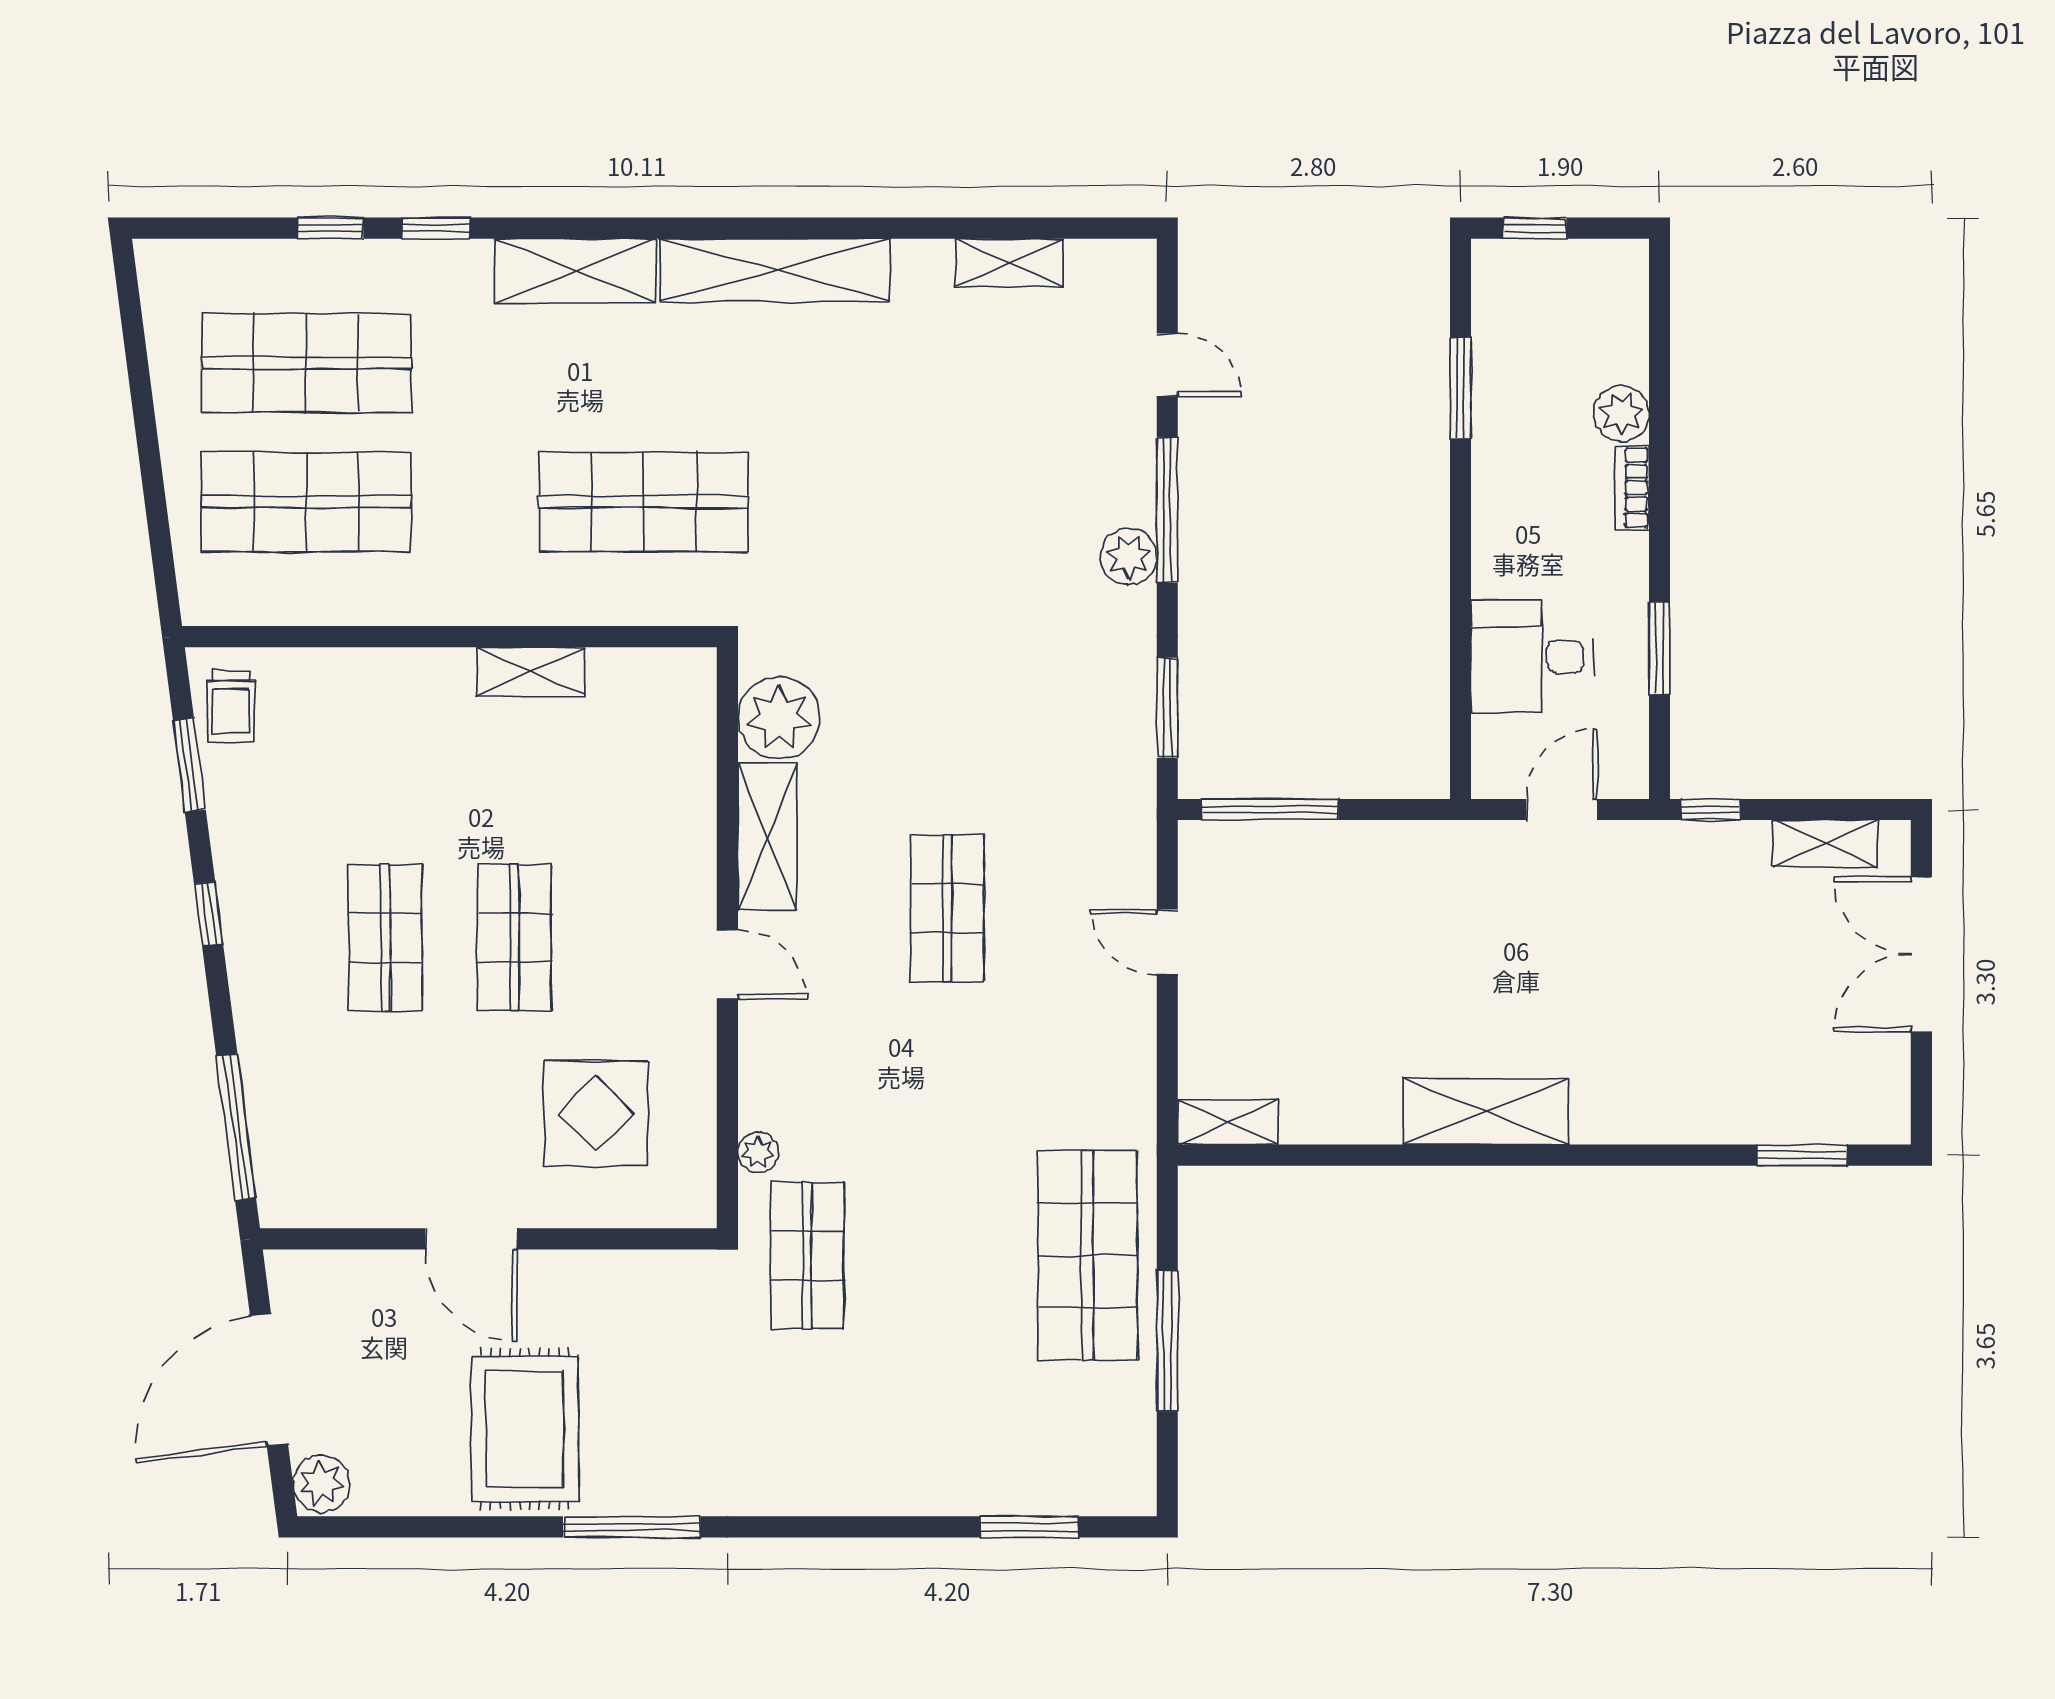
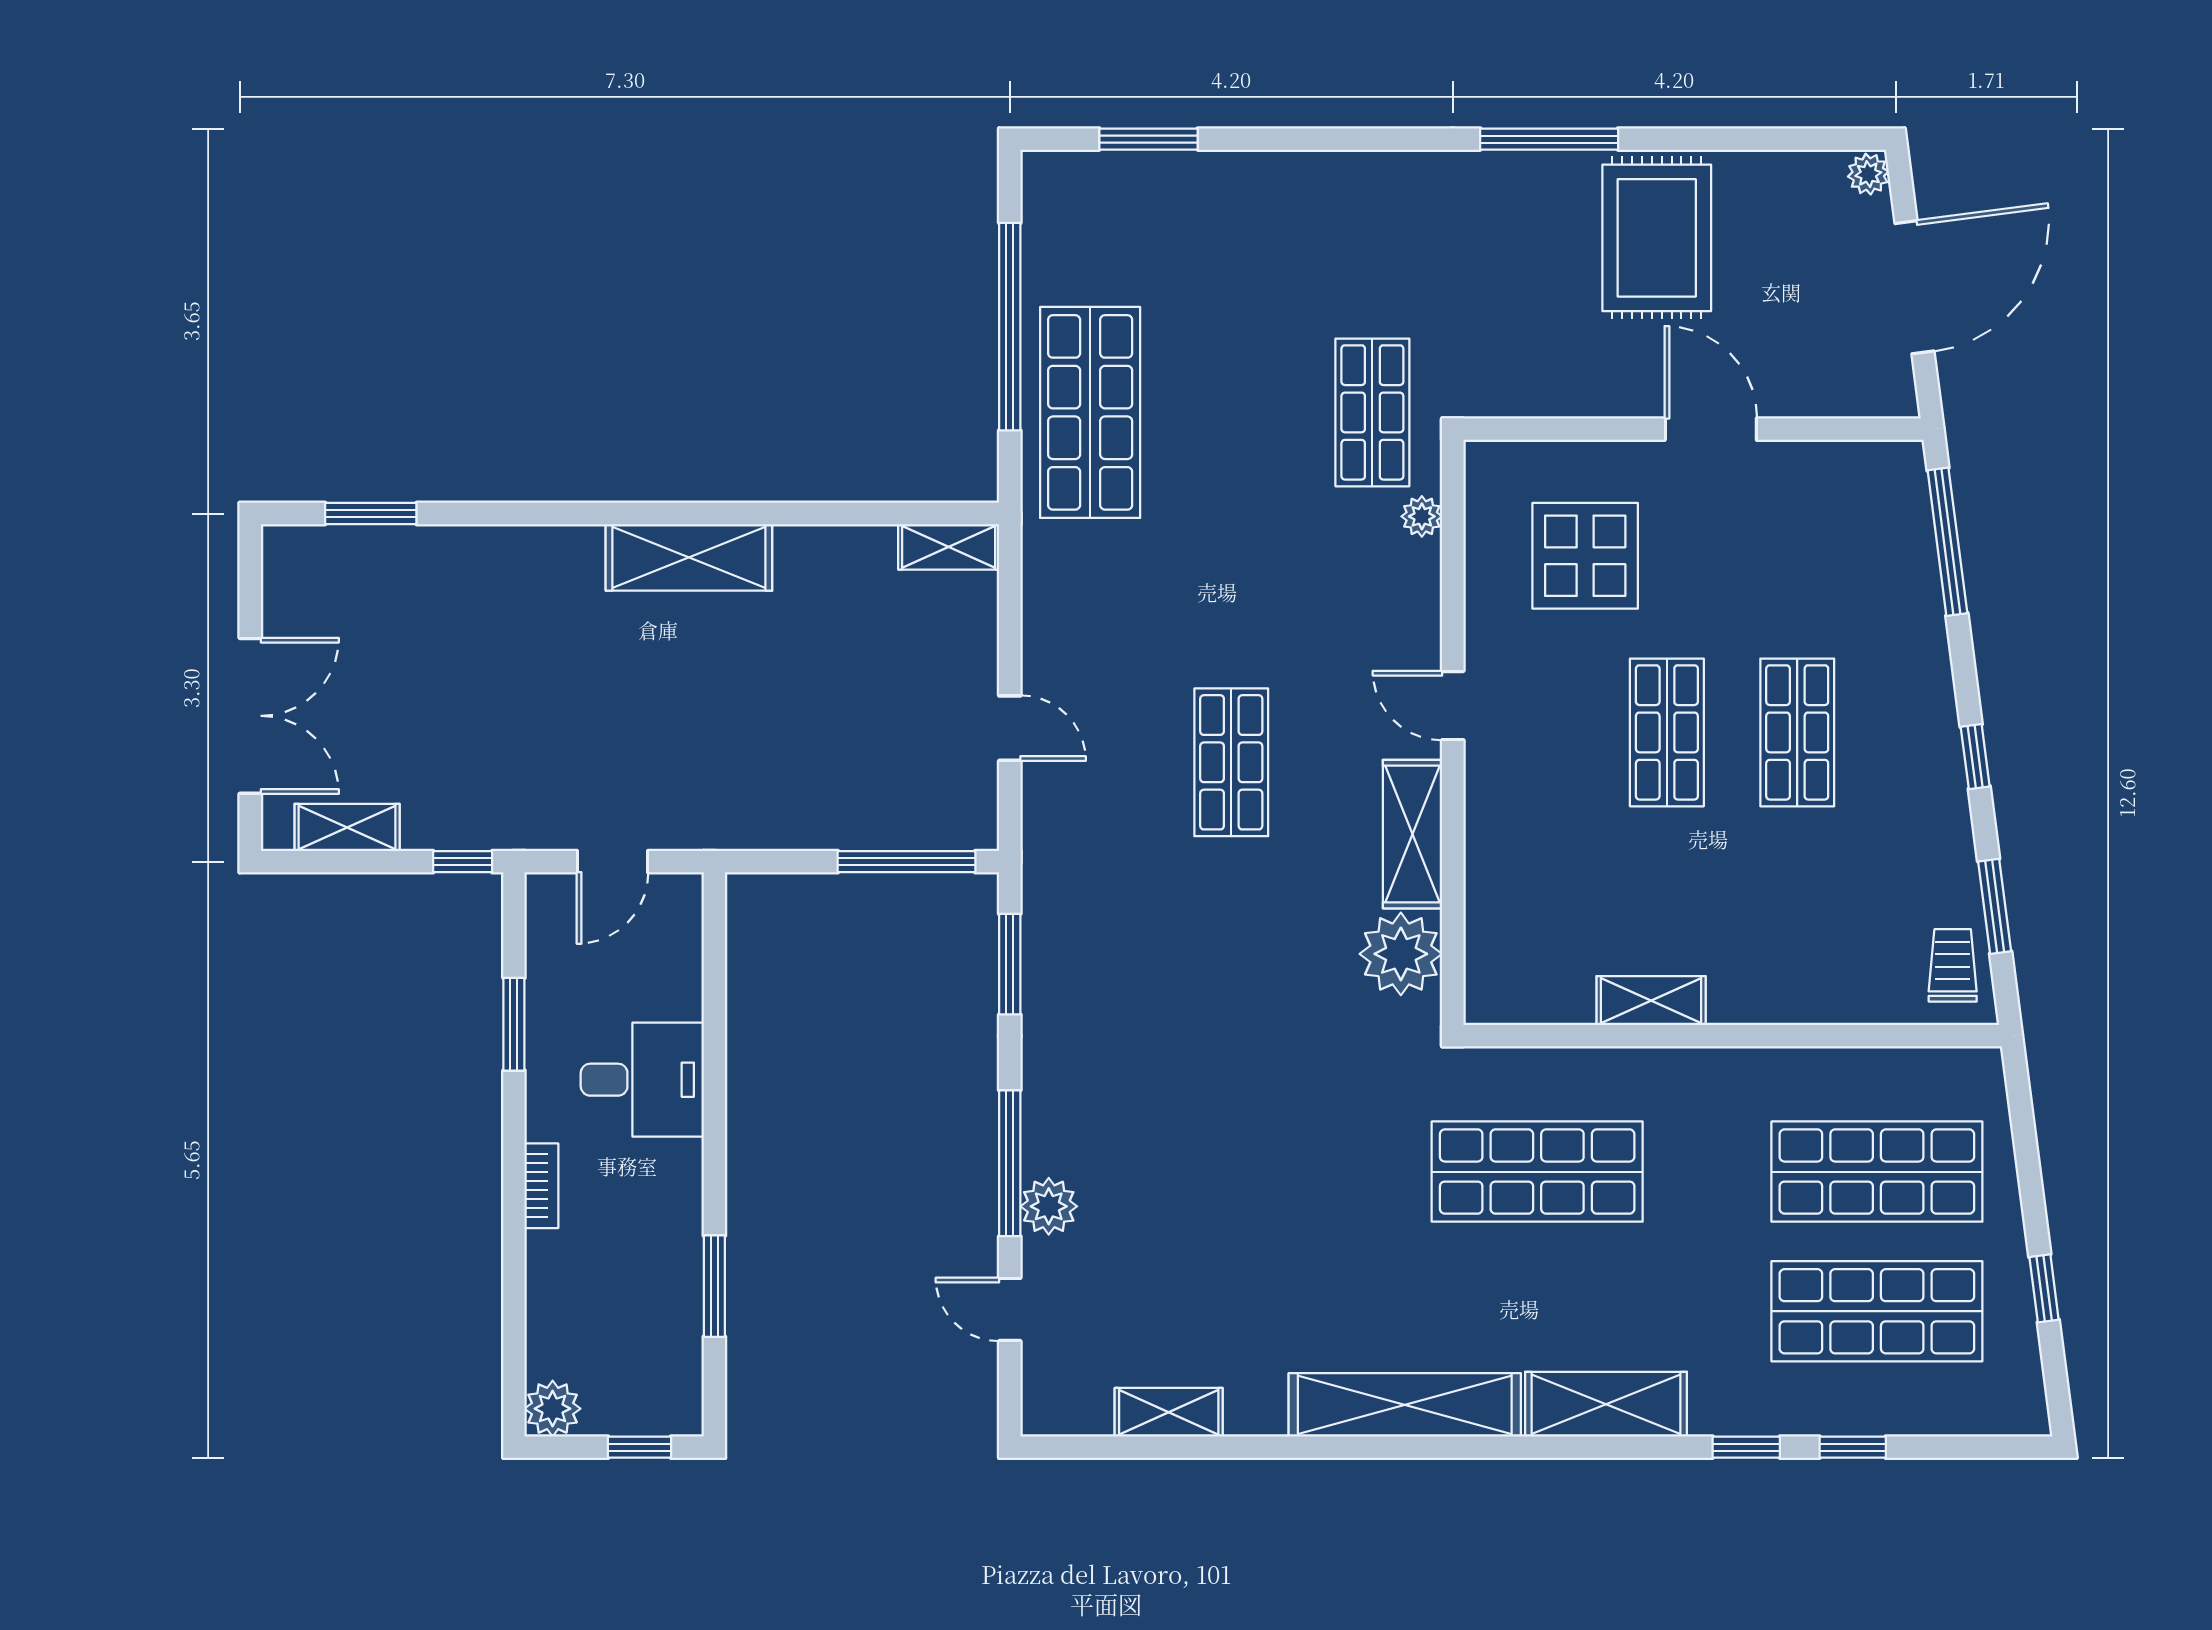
window: (140, 386) -> (2044, 1288), added
plant: (1621, 414) -> (553, 1409), moved
plant: (1129, 557) -> (1049, 1206), moved
desk: (1532, 657) -> (642, 1080), moved
window: (1167, 1341) -> (1010, 327), width x1.46
plant: (321, 1484) -> (1868, 174), width x0.73, depth x0.73

